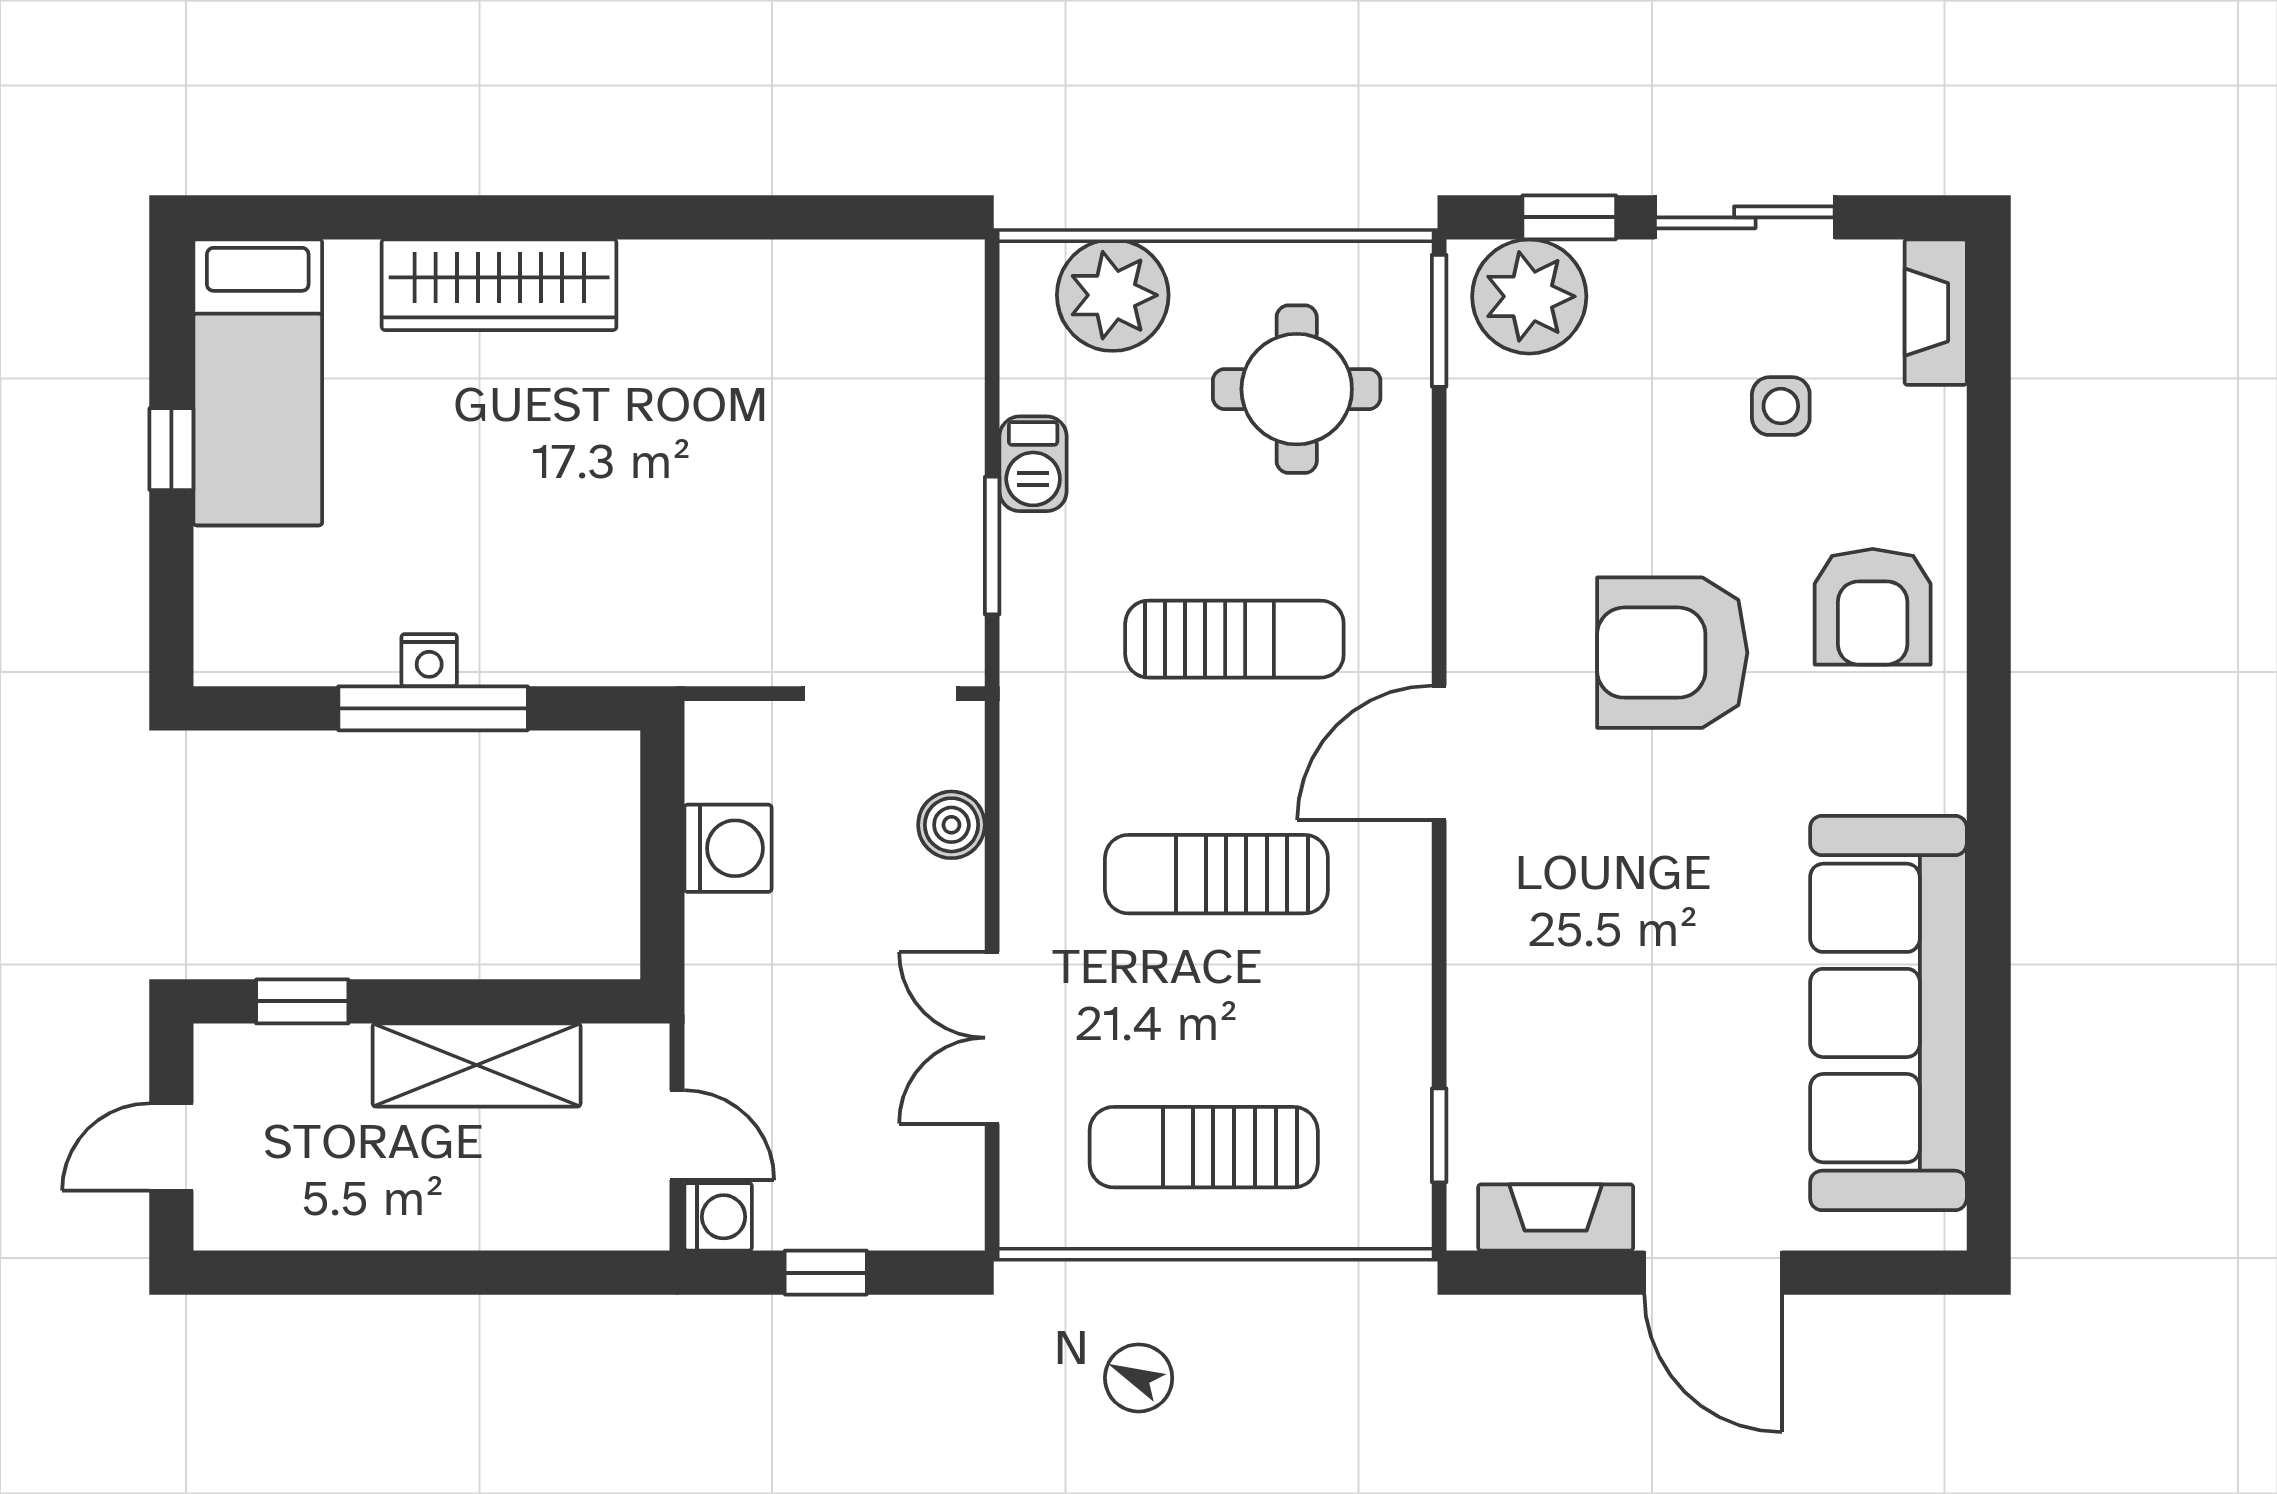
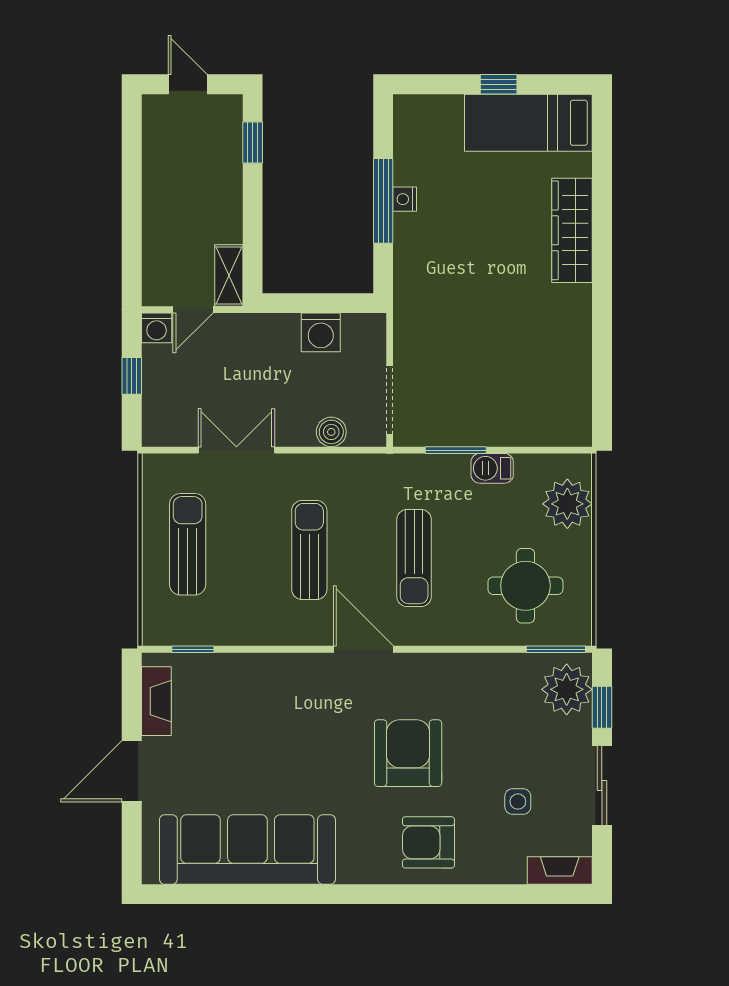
shelving: (477, 1065) -> (229, 275), moved, width x0.67, depth x0.75

